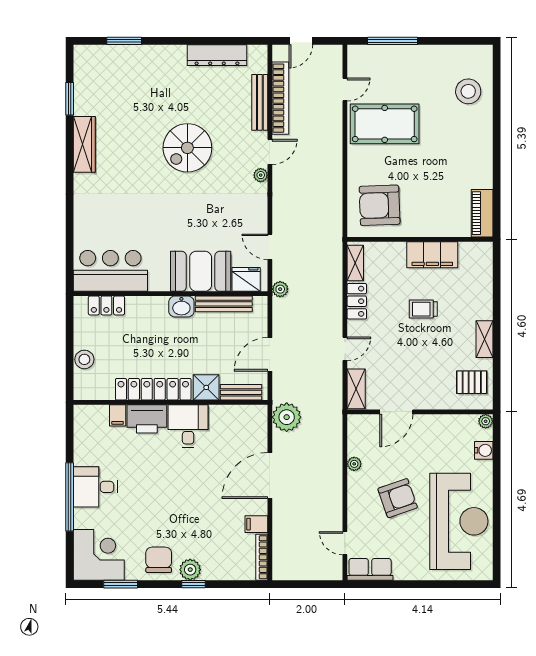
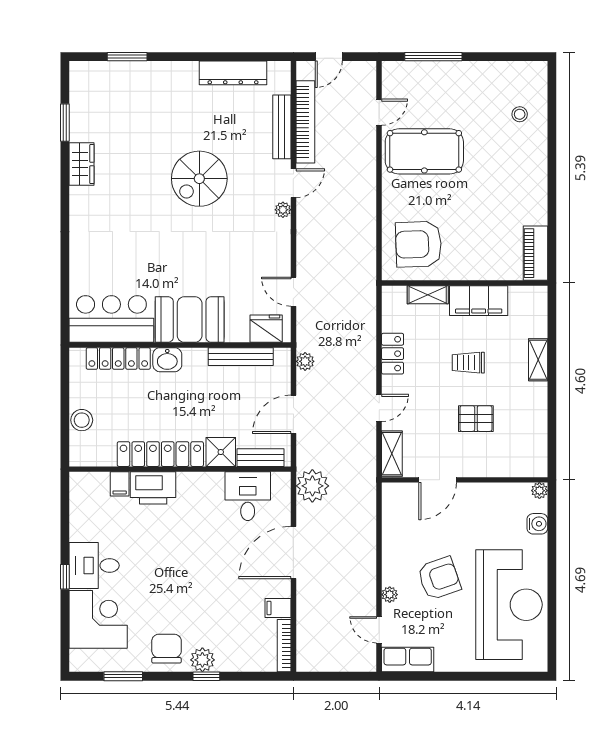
stool: (468, 91) -> (520, 114), width x0.53, depth x0.53
wardrobe: (84, 144) -> (82, 164), width x0.67
shelving: (355, 263) -> (428, 295), moved, turned 90
booth: (201, 271) -> (190, 319), moved
plant: (280, 289) -> (305, 361), moved
locker: (106, 305) -> (118, 358), width x1.53
washbasin: (181, 307) -> (167, 360), moved
shelving: (484, 339) -> (538, 360), moved
pallet: (472, 382) -> (476, 419), moved
desk: (188, 426) -> (248, 496), moved
plant: (354, 464) -> (390, 595), moved
window: (70, 497) -> (65, 577), width x0.32
corner desk: (99, 555) -> (98, 619), moved

